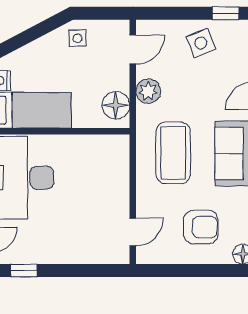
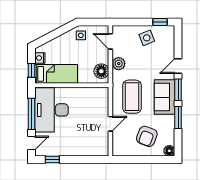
door: (133, 49) -> (110, 41), swing flipped
armchair: (201, 227) -> (147, 136), turned 111
door: (133, 232) -> (110, 124), moved

